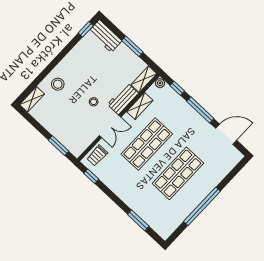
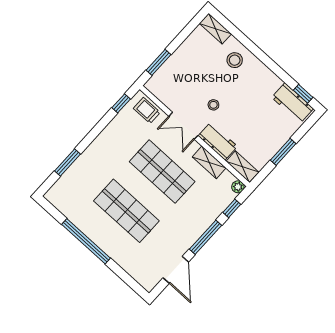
workbench: (105, 36) -> (293, 103), moved, turned -90

